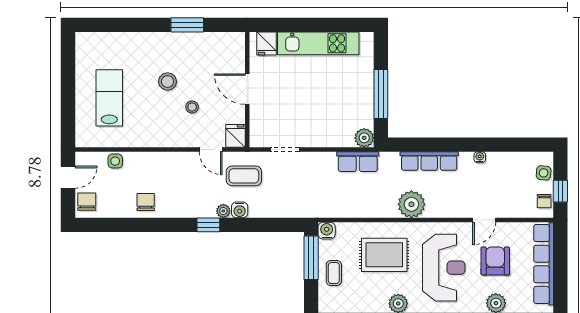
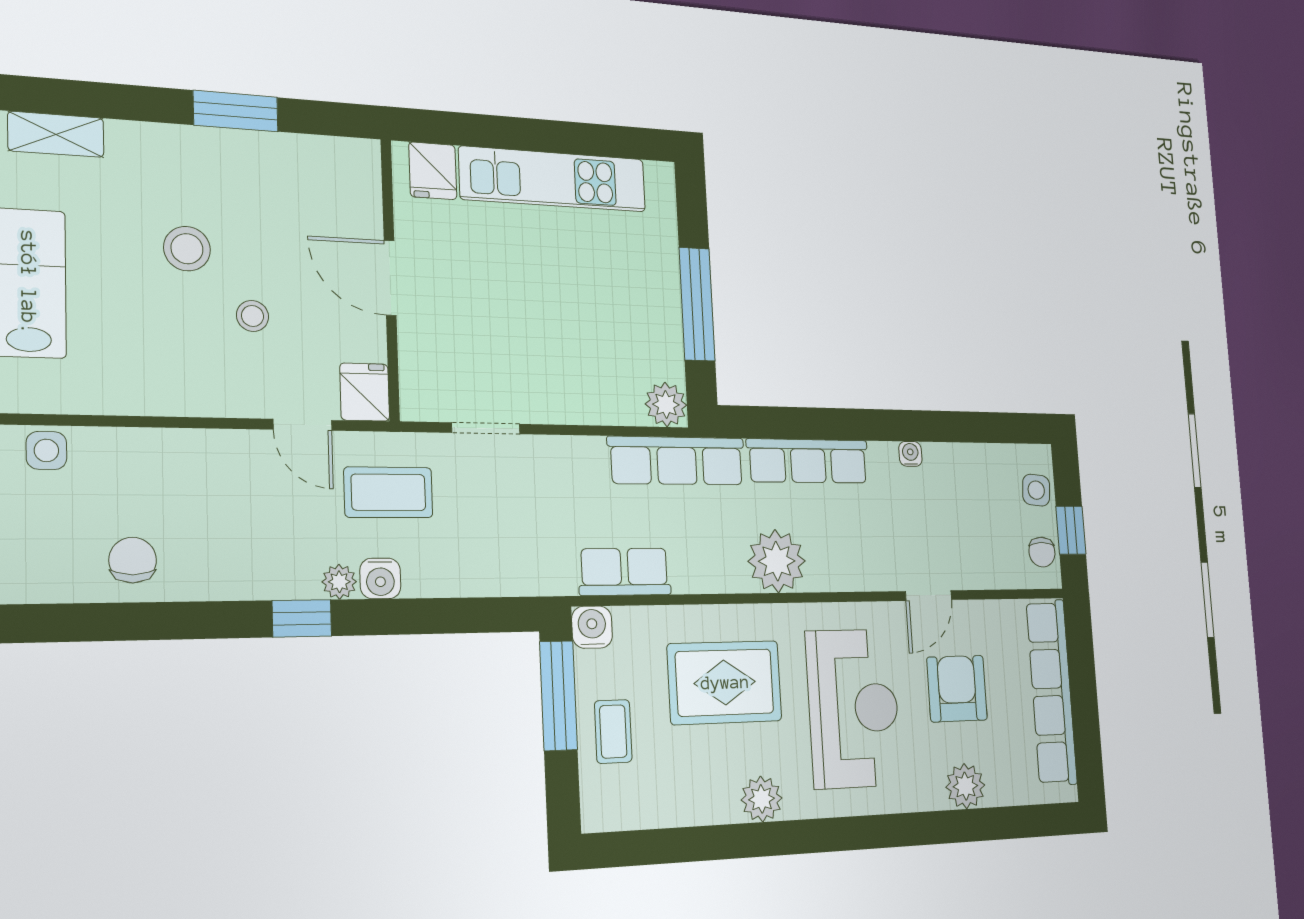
shelving: (119, 40) -> (56, 134), added
row of seats: (358, 162) -> (677, 461), width x1.48
row of seats: (342, 208) -> (625, 572), added

